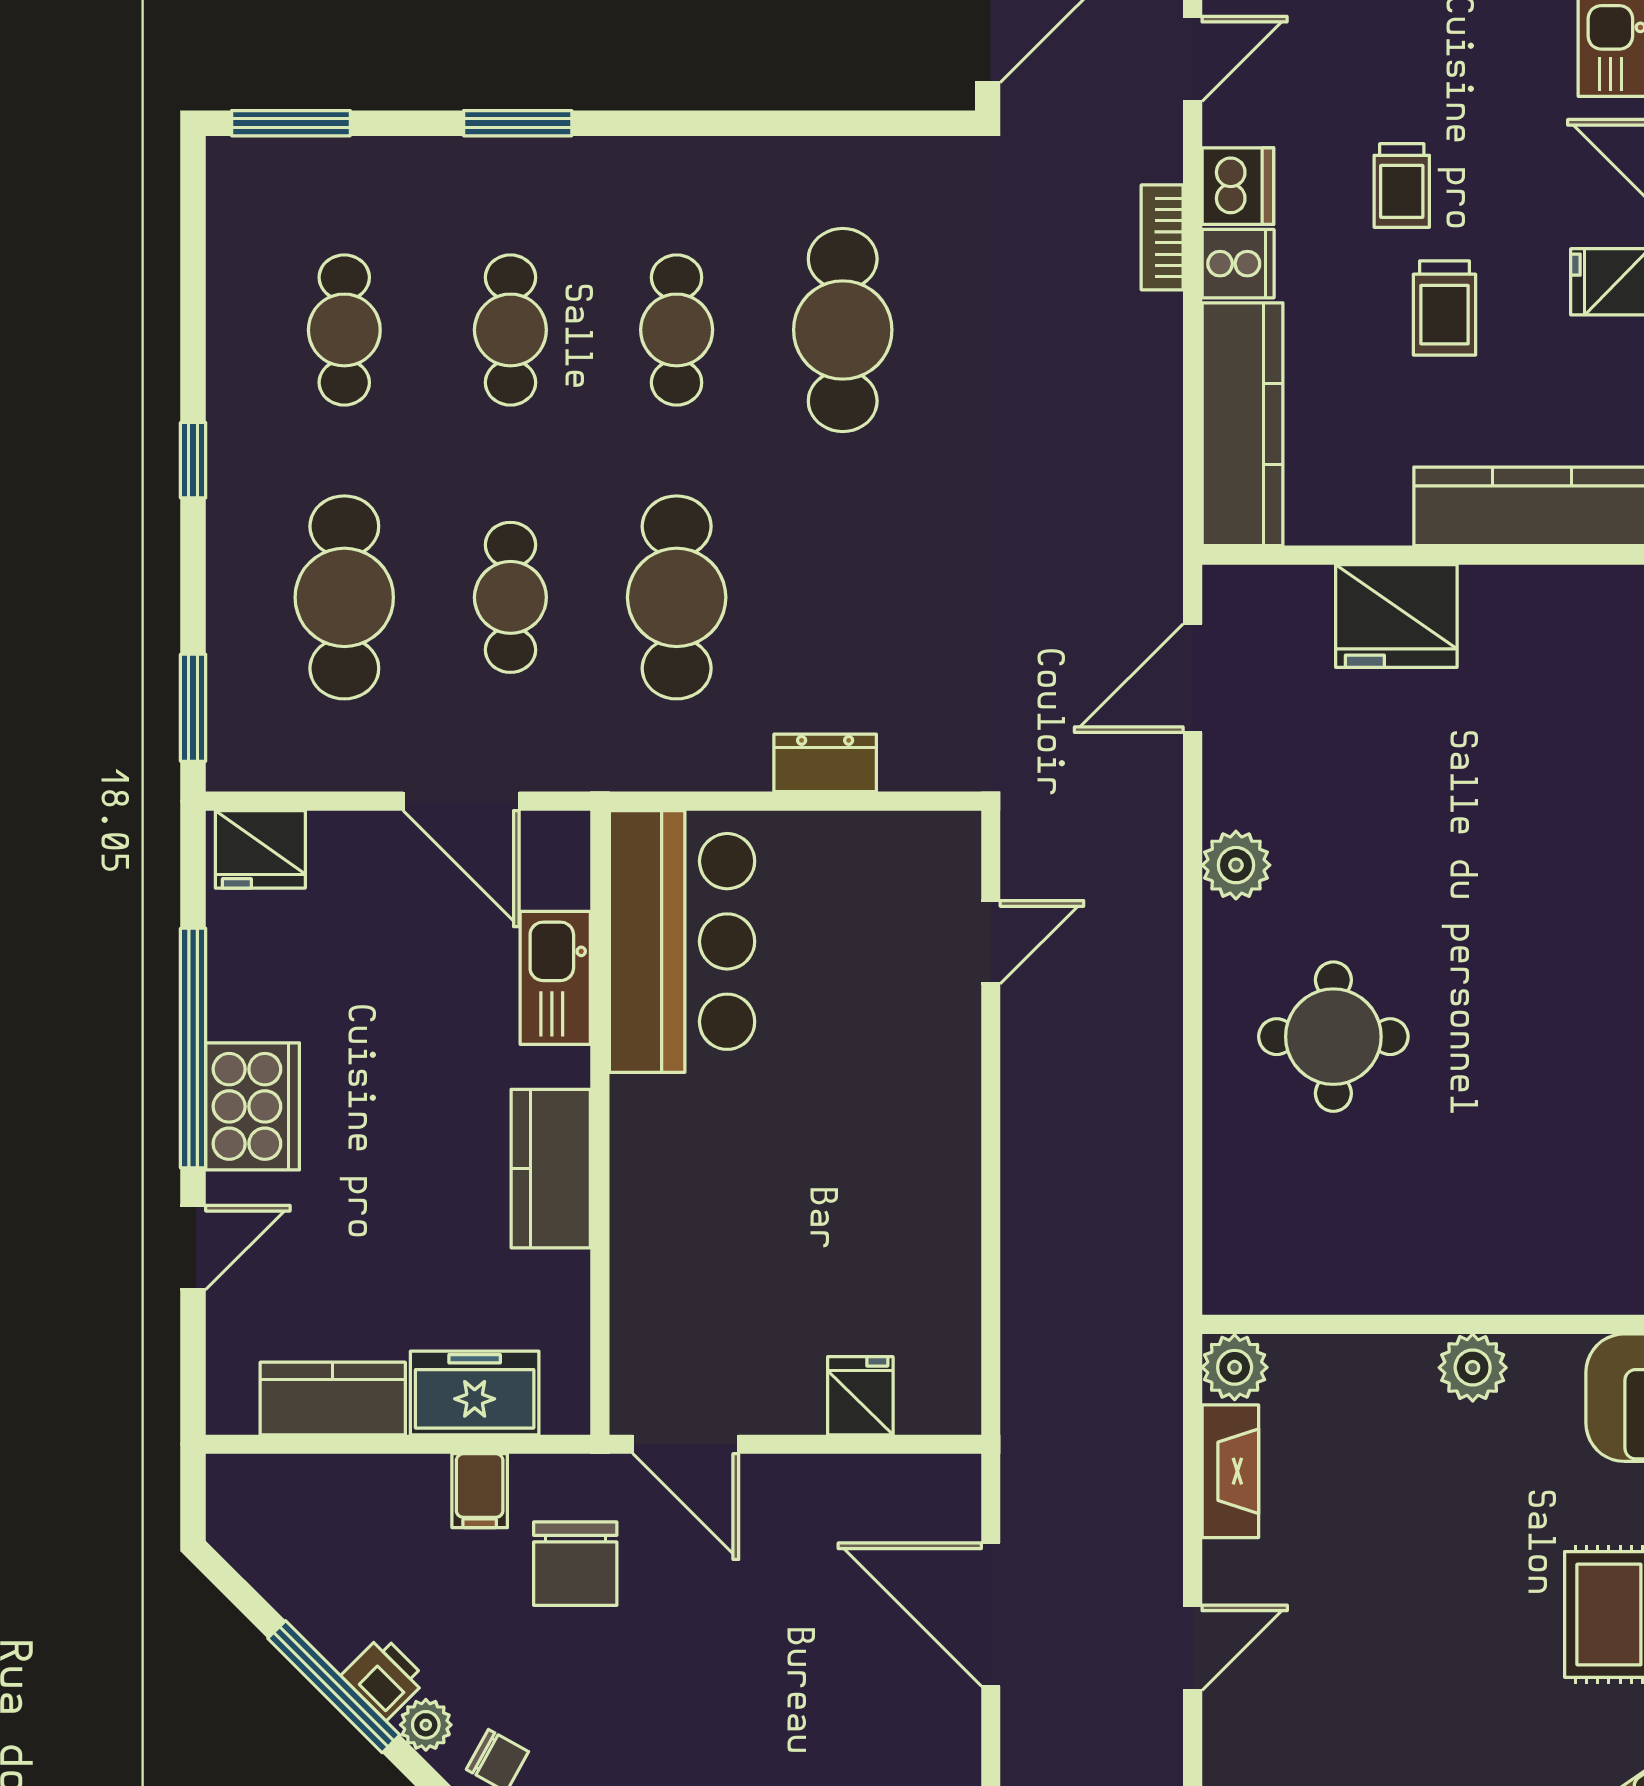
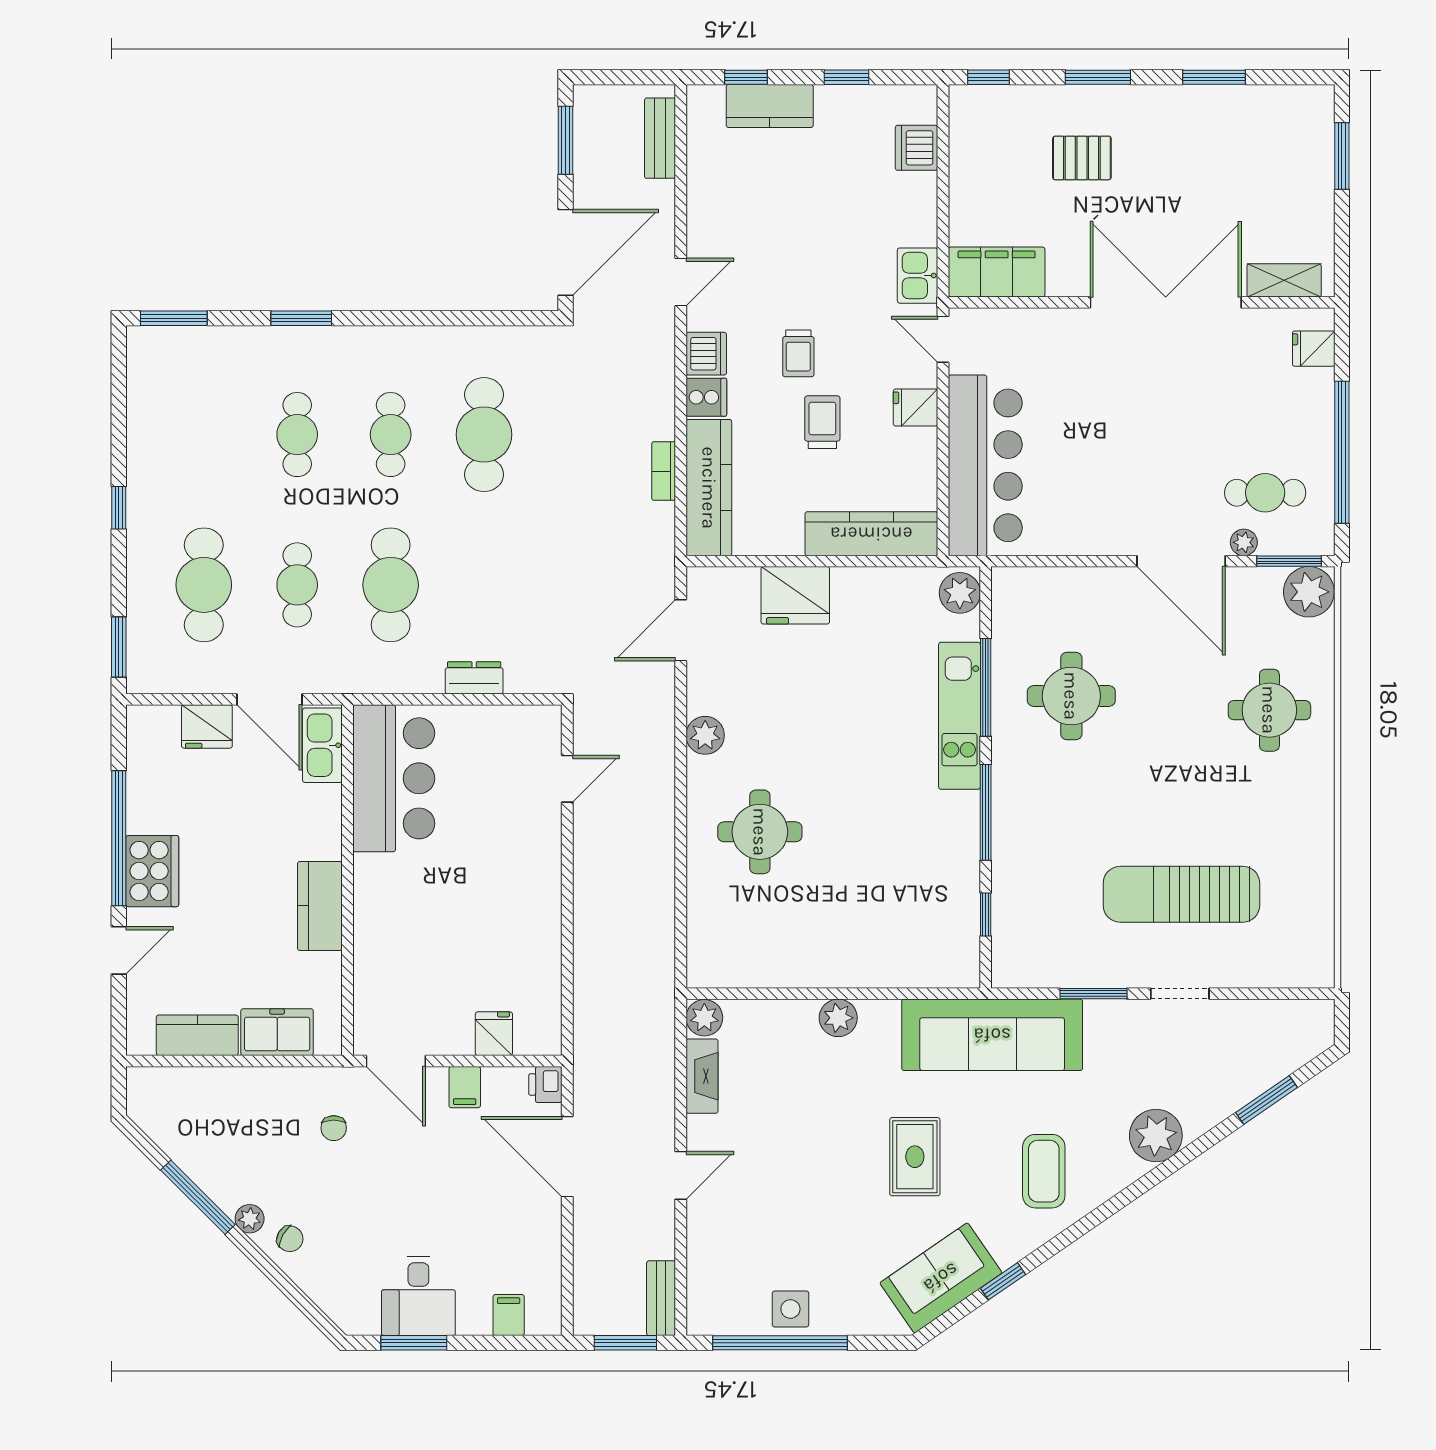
bookcase: (1162, 237) -> (664, 471), moved
trolley: (1445, 308) -> (822, 422), turned 180
cafe table: (344, 330) -> (204, 435), removed
fridge: (260, 849) -> (207, 726), moved
kitchen sink: (555, 978) -> (322, 745), moved
filing cabinet: (480, 1491) -> (465, 1087), moved
chair: (575, 1564) -> (334, 1128), width x0.54, depth x0.54
printer: (384, 1678) -> (545, 1084), moved, turned -135

